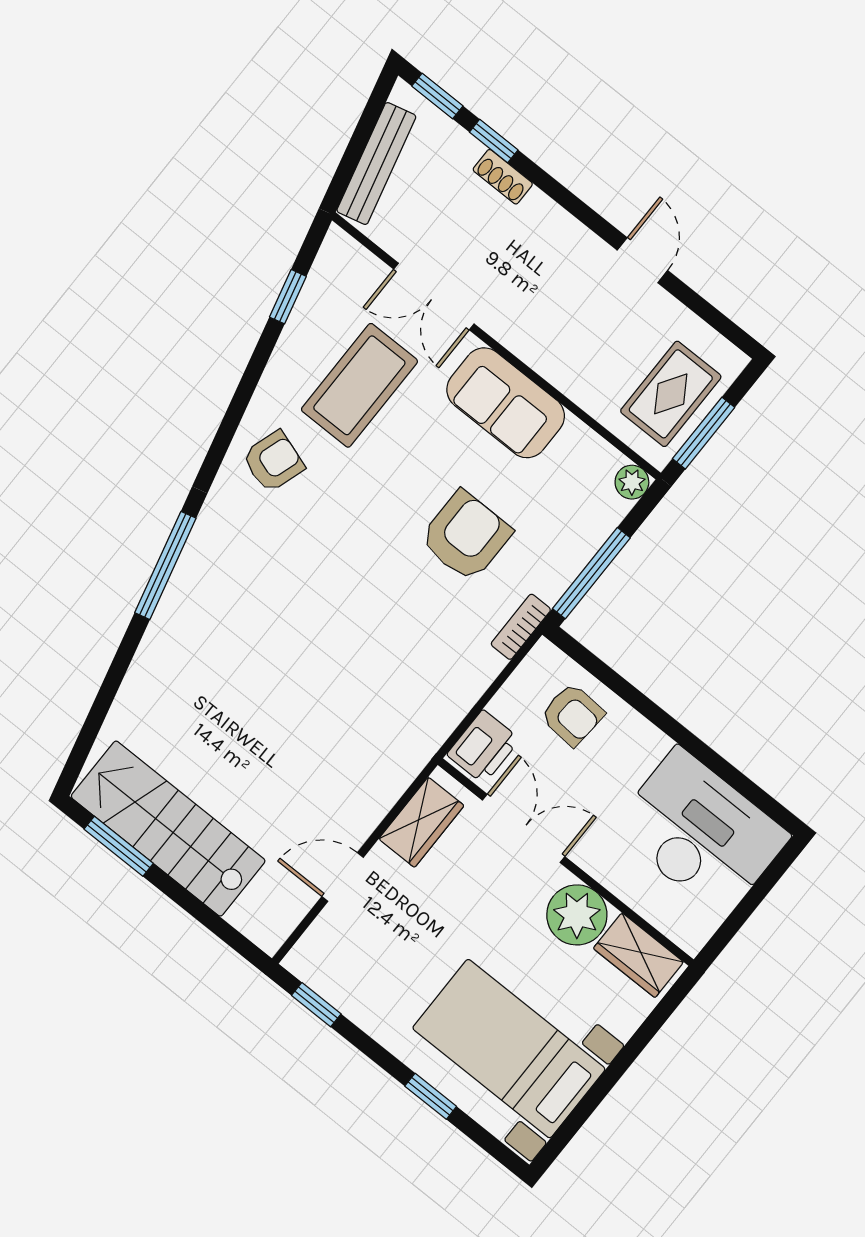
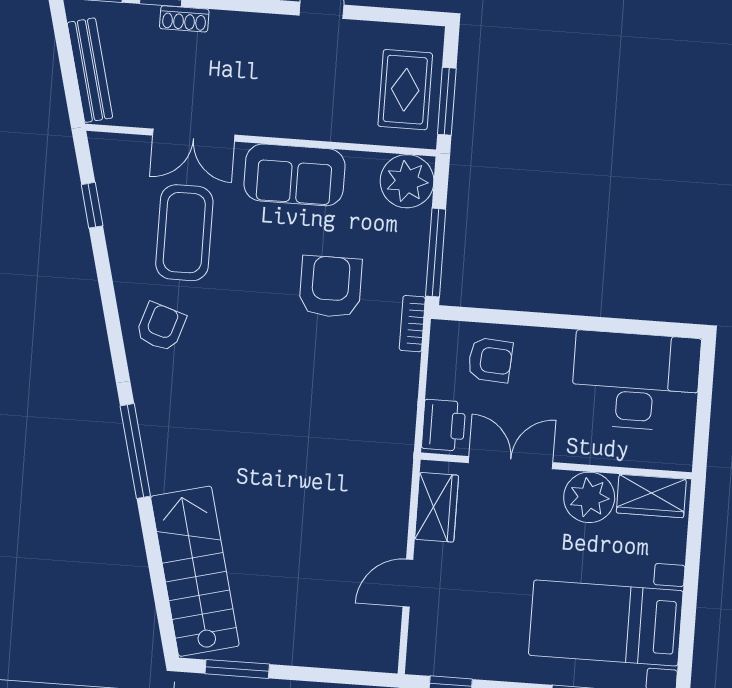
plant: (632, 482) -> (407, 181), width x1.88, depth x1.88
stairs: (168, 829) -> (195, 571), moved, turned 76

